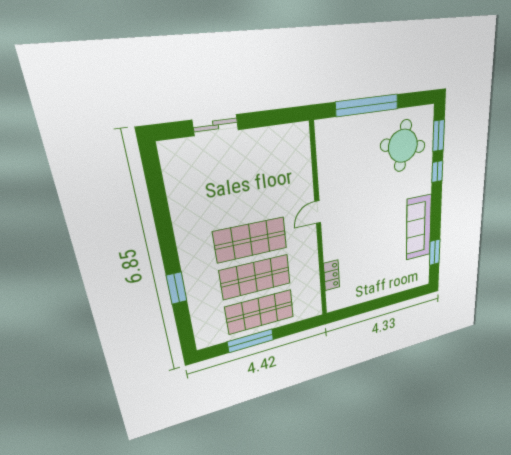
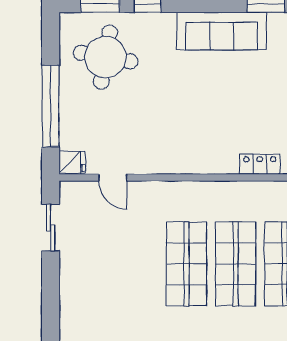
sliding door: (216, 125) -> (51, 228), moved
fridge: (324, 130) -> (72, 162), added
door: (318, 212) -> (113, 178), moved

